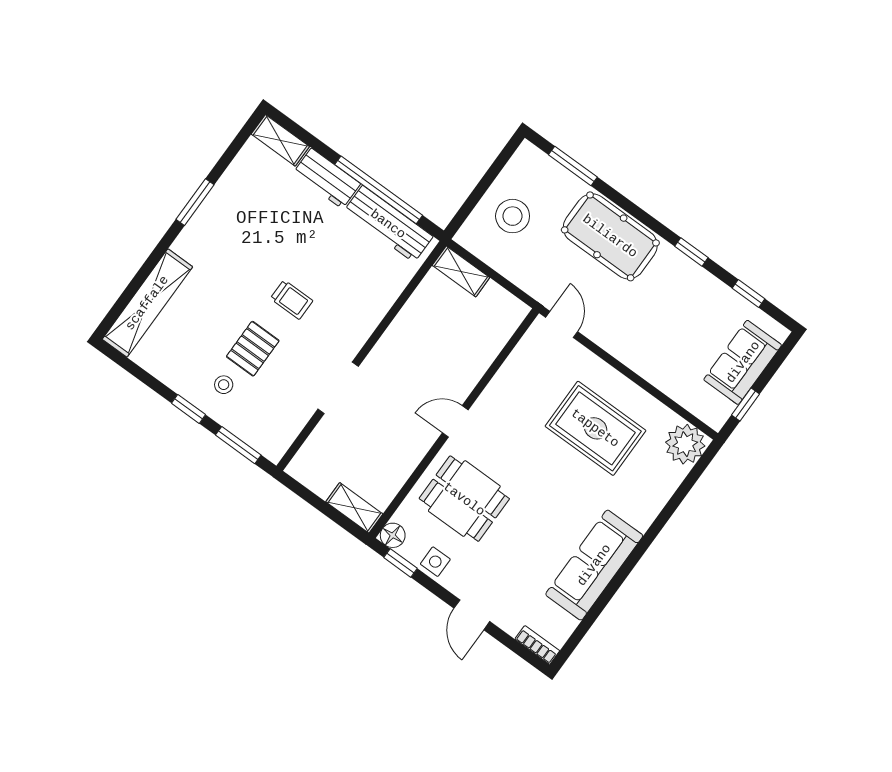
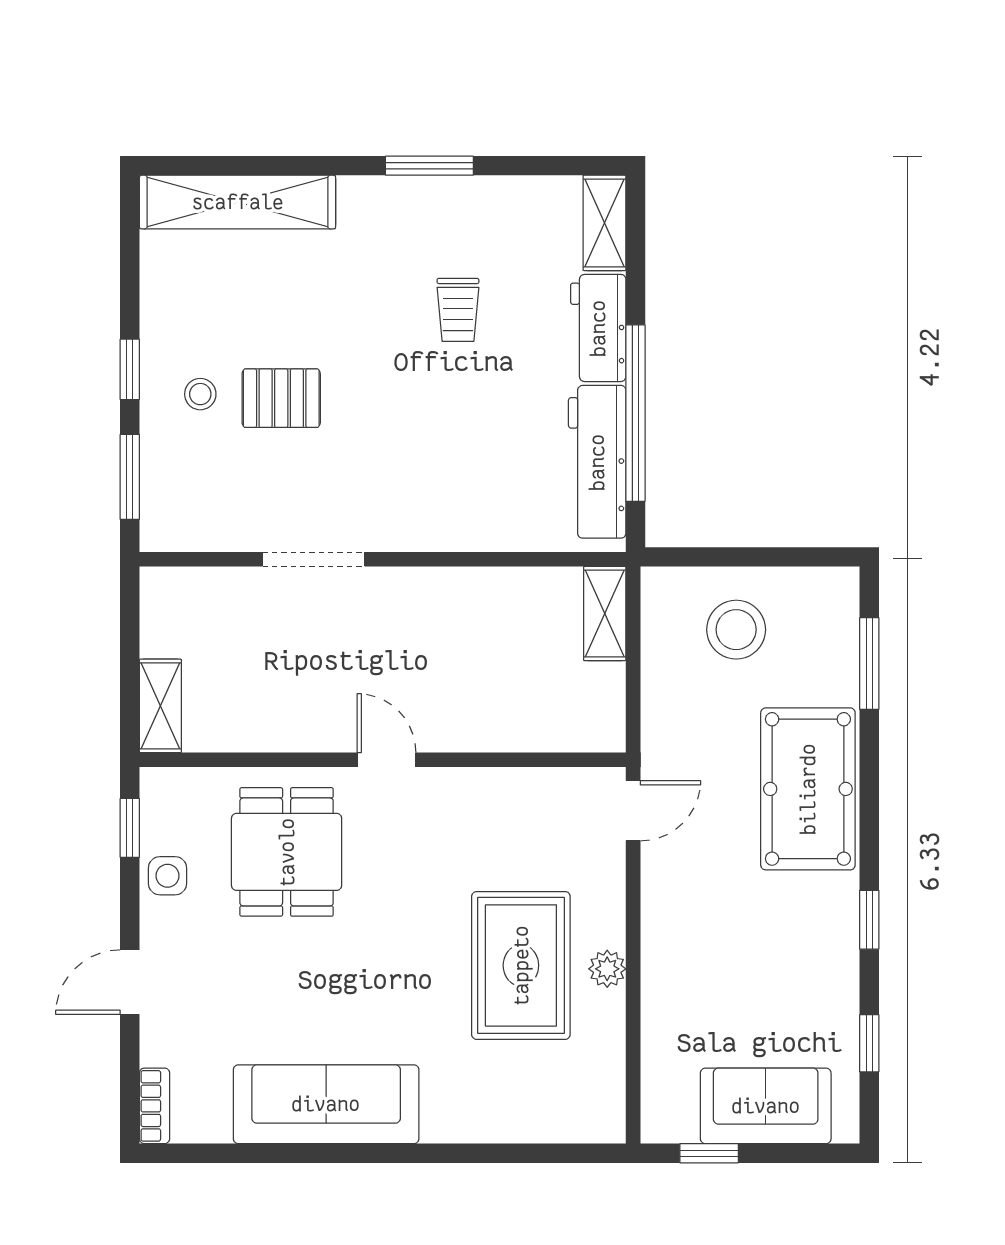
trolley: (292, 300) -> (458, 310), moved
plant: (685, 444) -> (607, 969), moved, width x0.53, depth x0.53
floor lamp: (393, 535) -> (161, 788), removed

